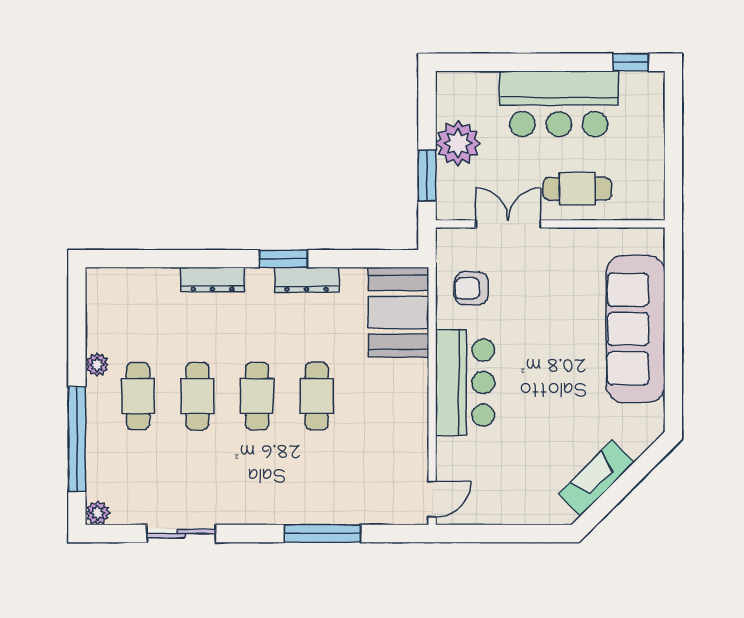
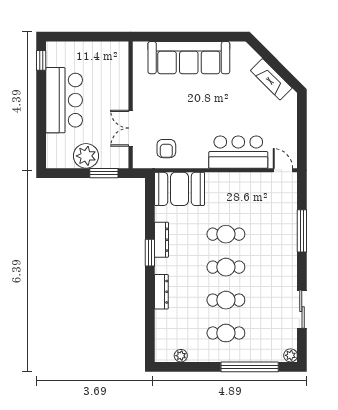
cafe table: (577, 189) -> (111, 90), removed
plant: (97, 365) -> (181, 356), moved
bar counter: (465, 383) -> (238, 152), moved

